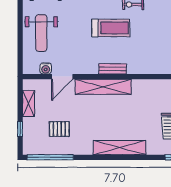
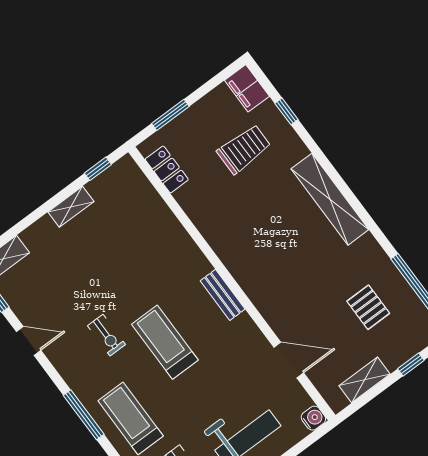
water cooler: (46, 68) -> (313, 418), moved
shelving: (103, 87) -> (259, 289), removed

